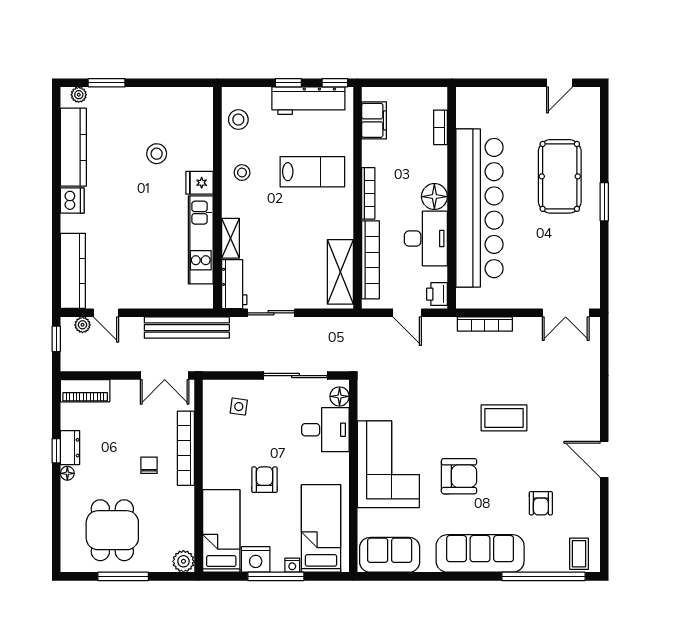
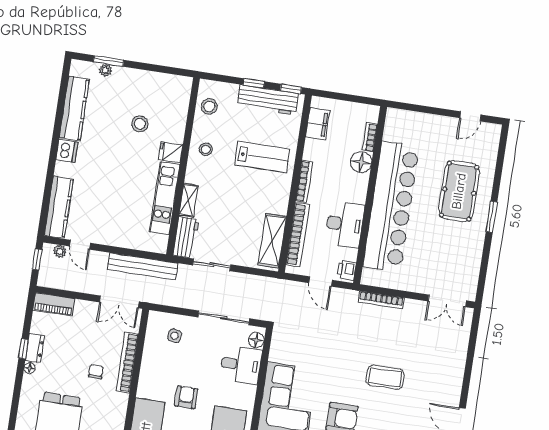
plant: (79, 95) -> (105, 70), moved
floor lamp: (434, 197) -> (361, 162), moved

